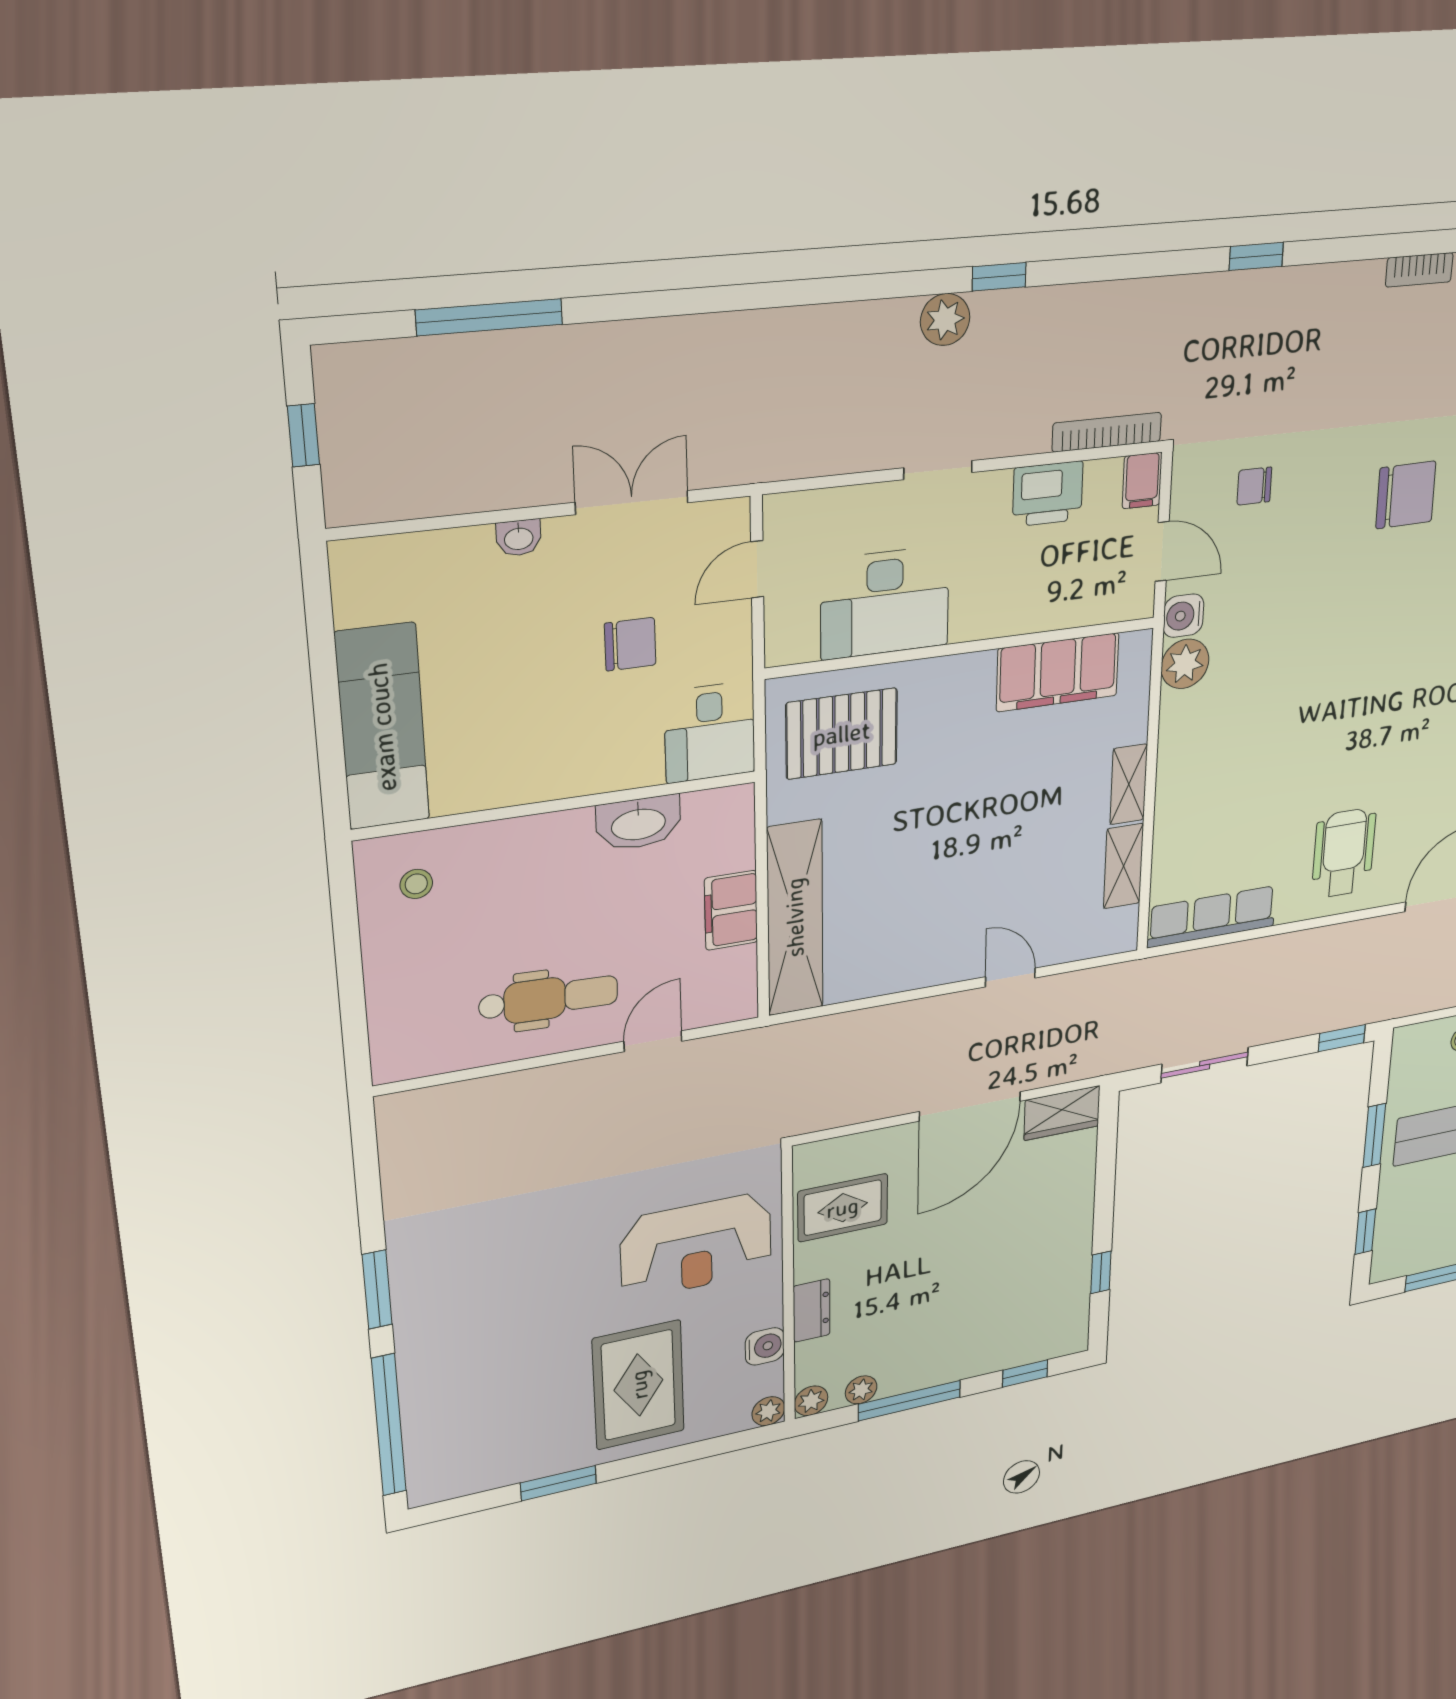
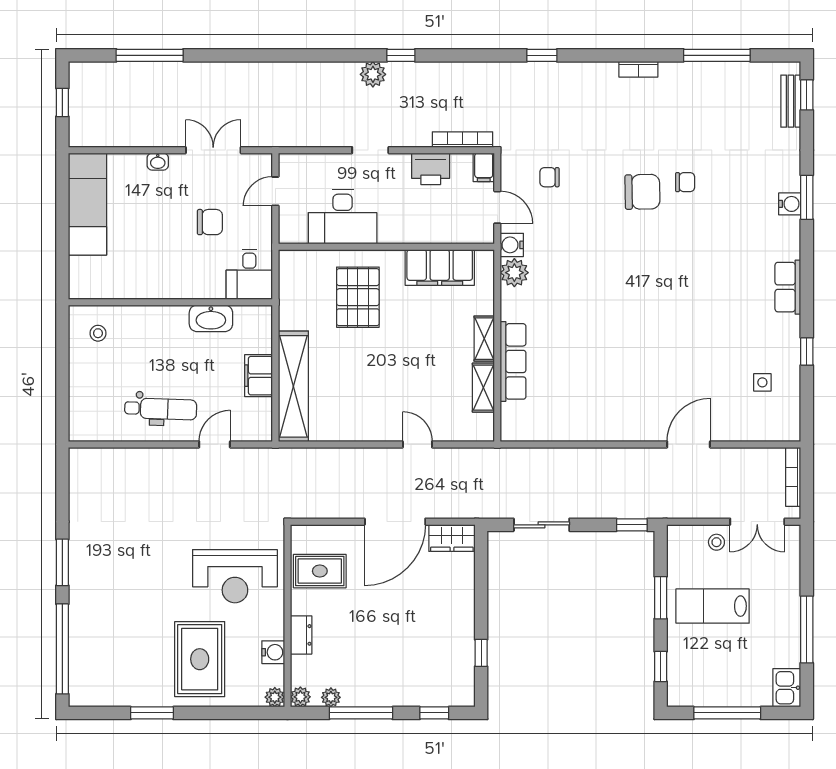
exam couch: (382, 727) -> (87, 204), moved
pallet: (842, 734) -> (358, 297), moved, turned 90
wheelchair: (1344, 853) -> (623, 403), removed
row of seats: (1212, 917) -> (513, 361), moved, turned 90

